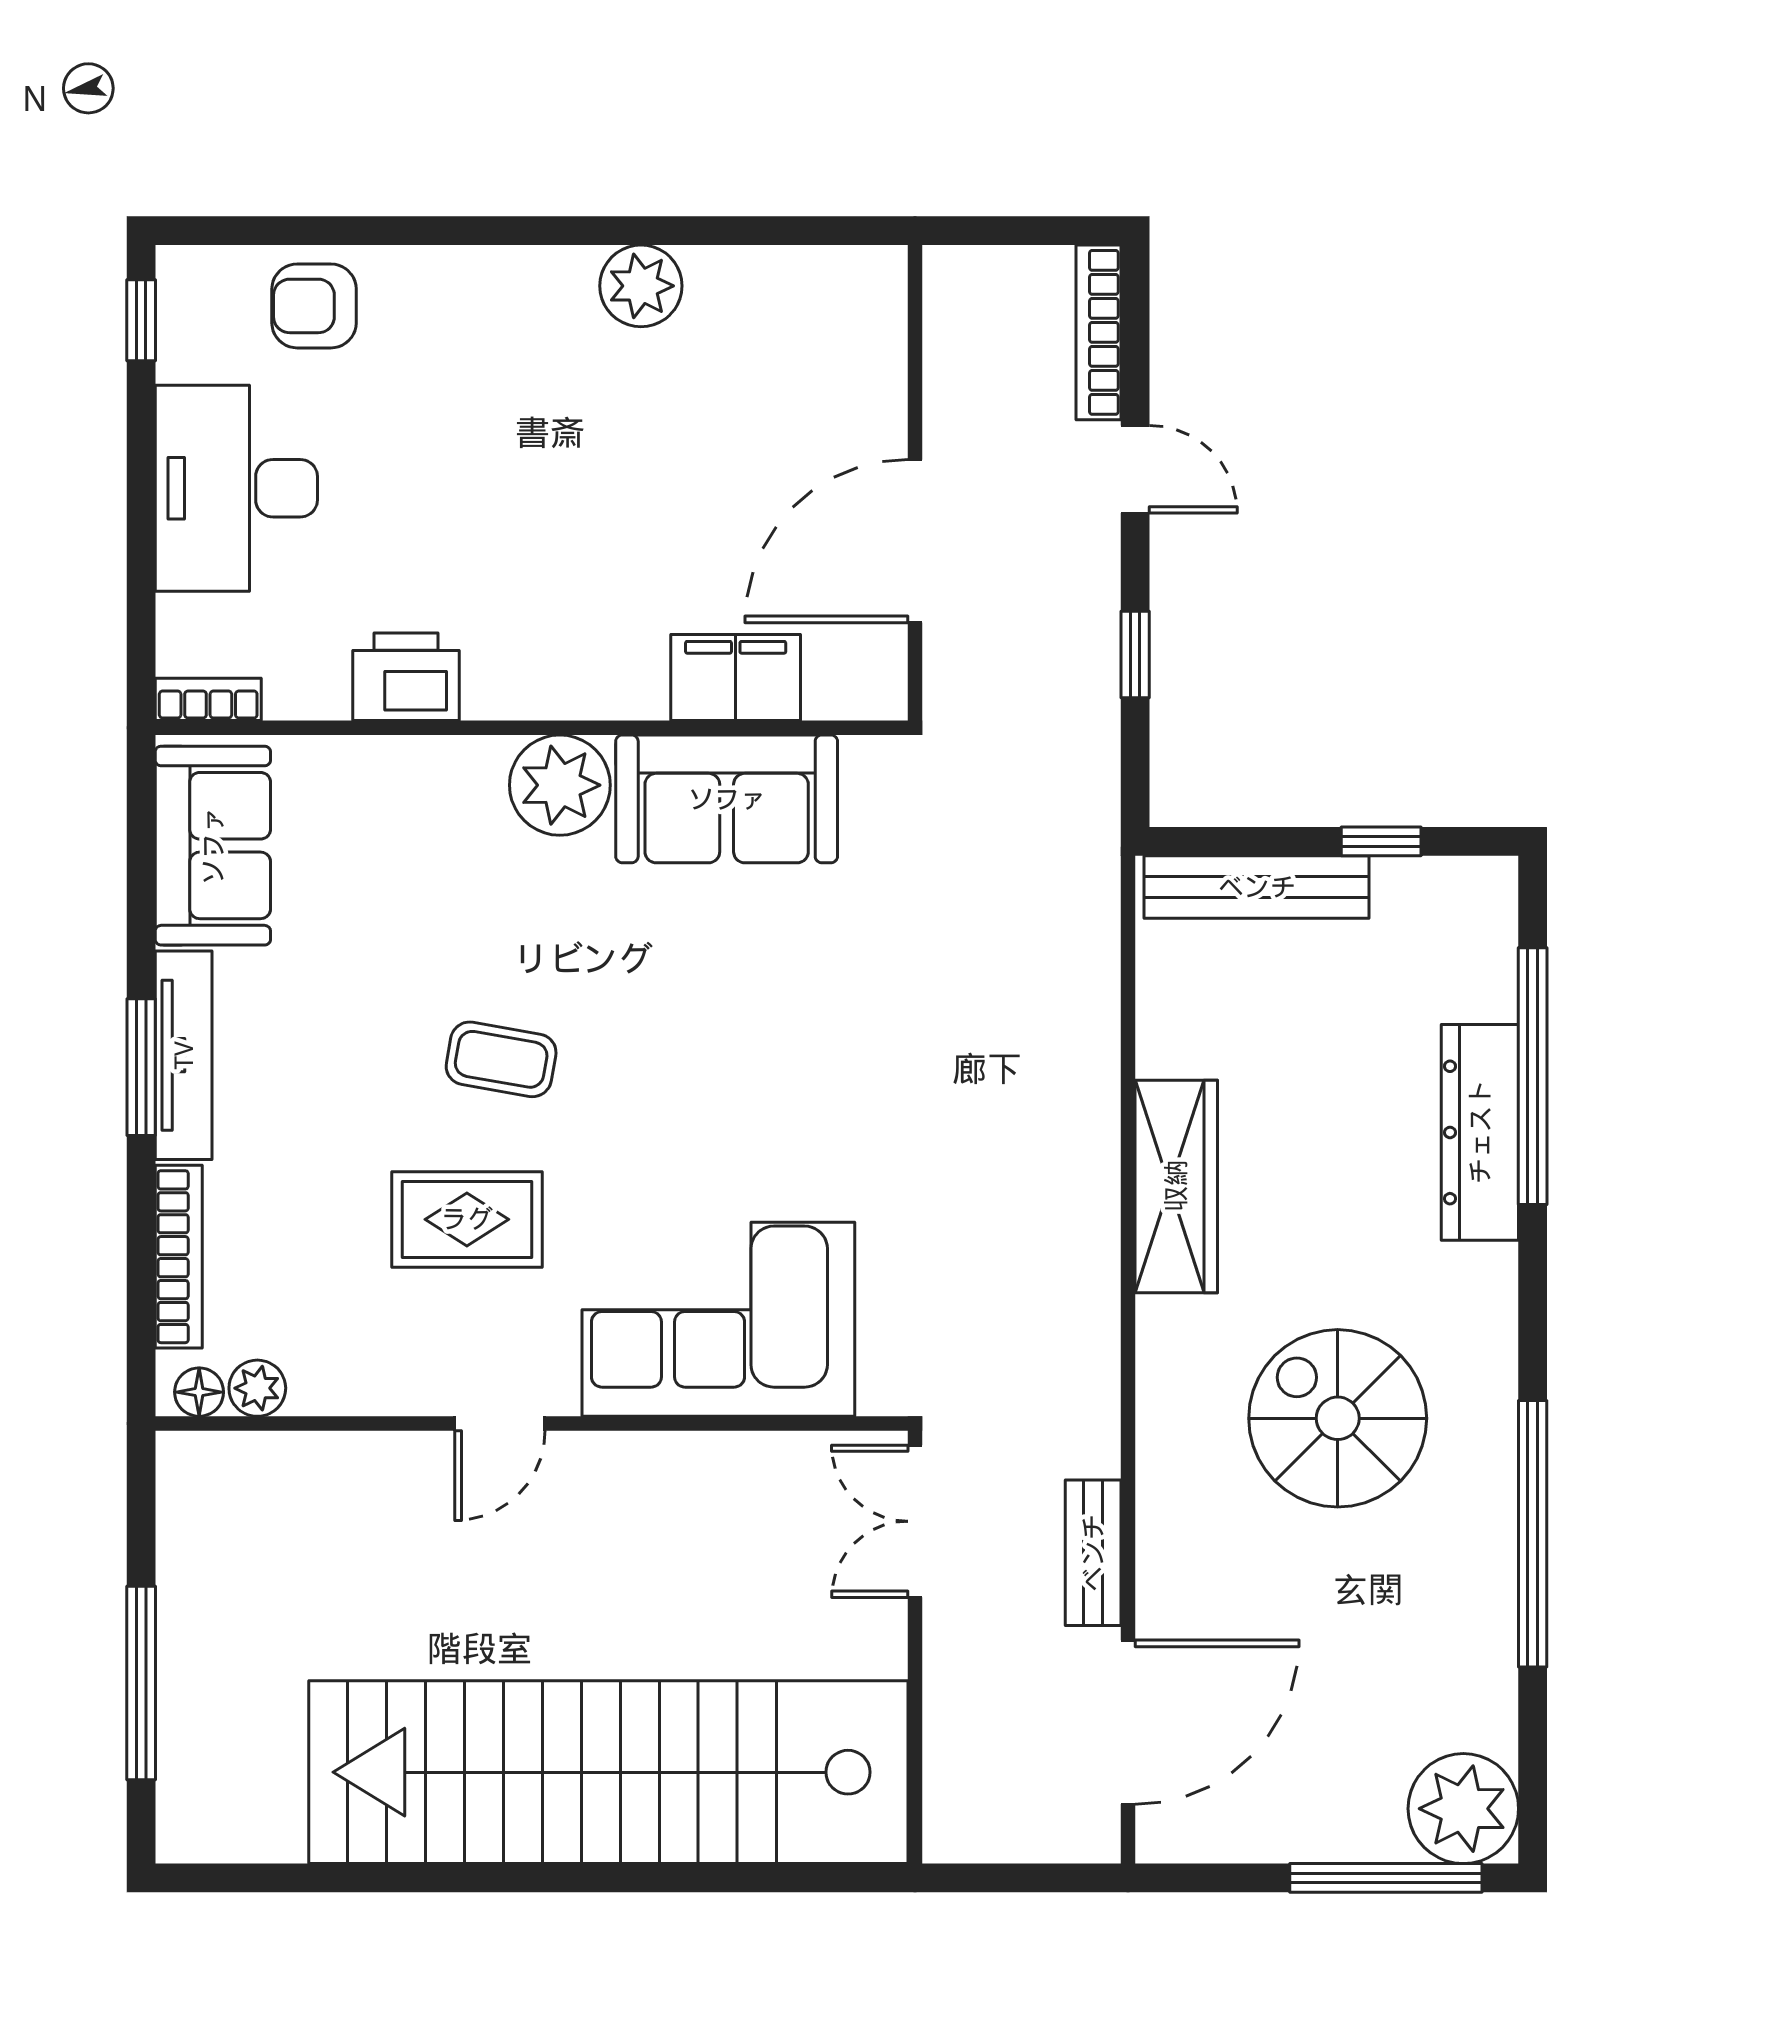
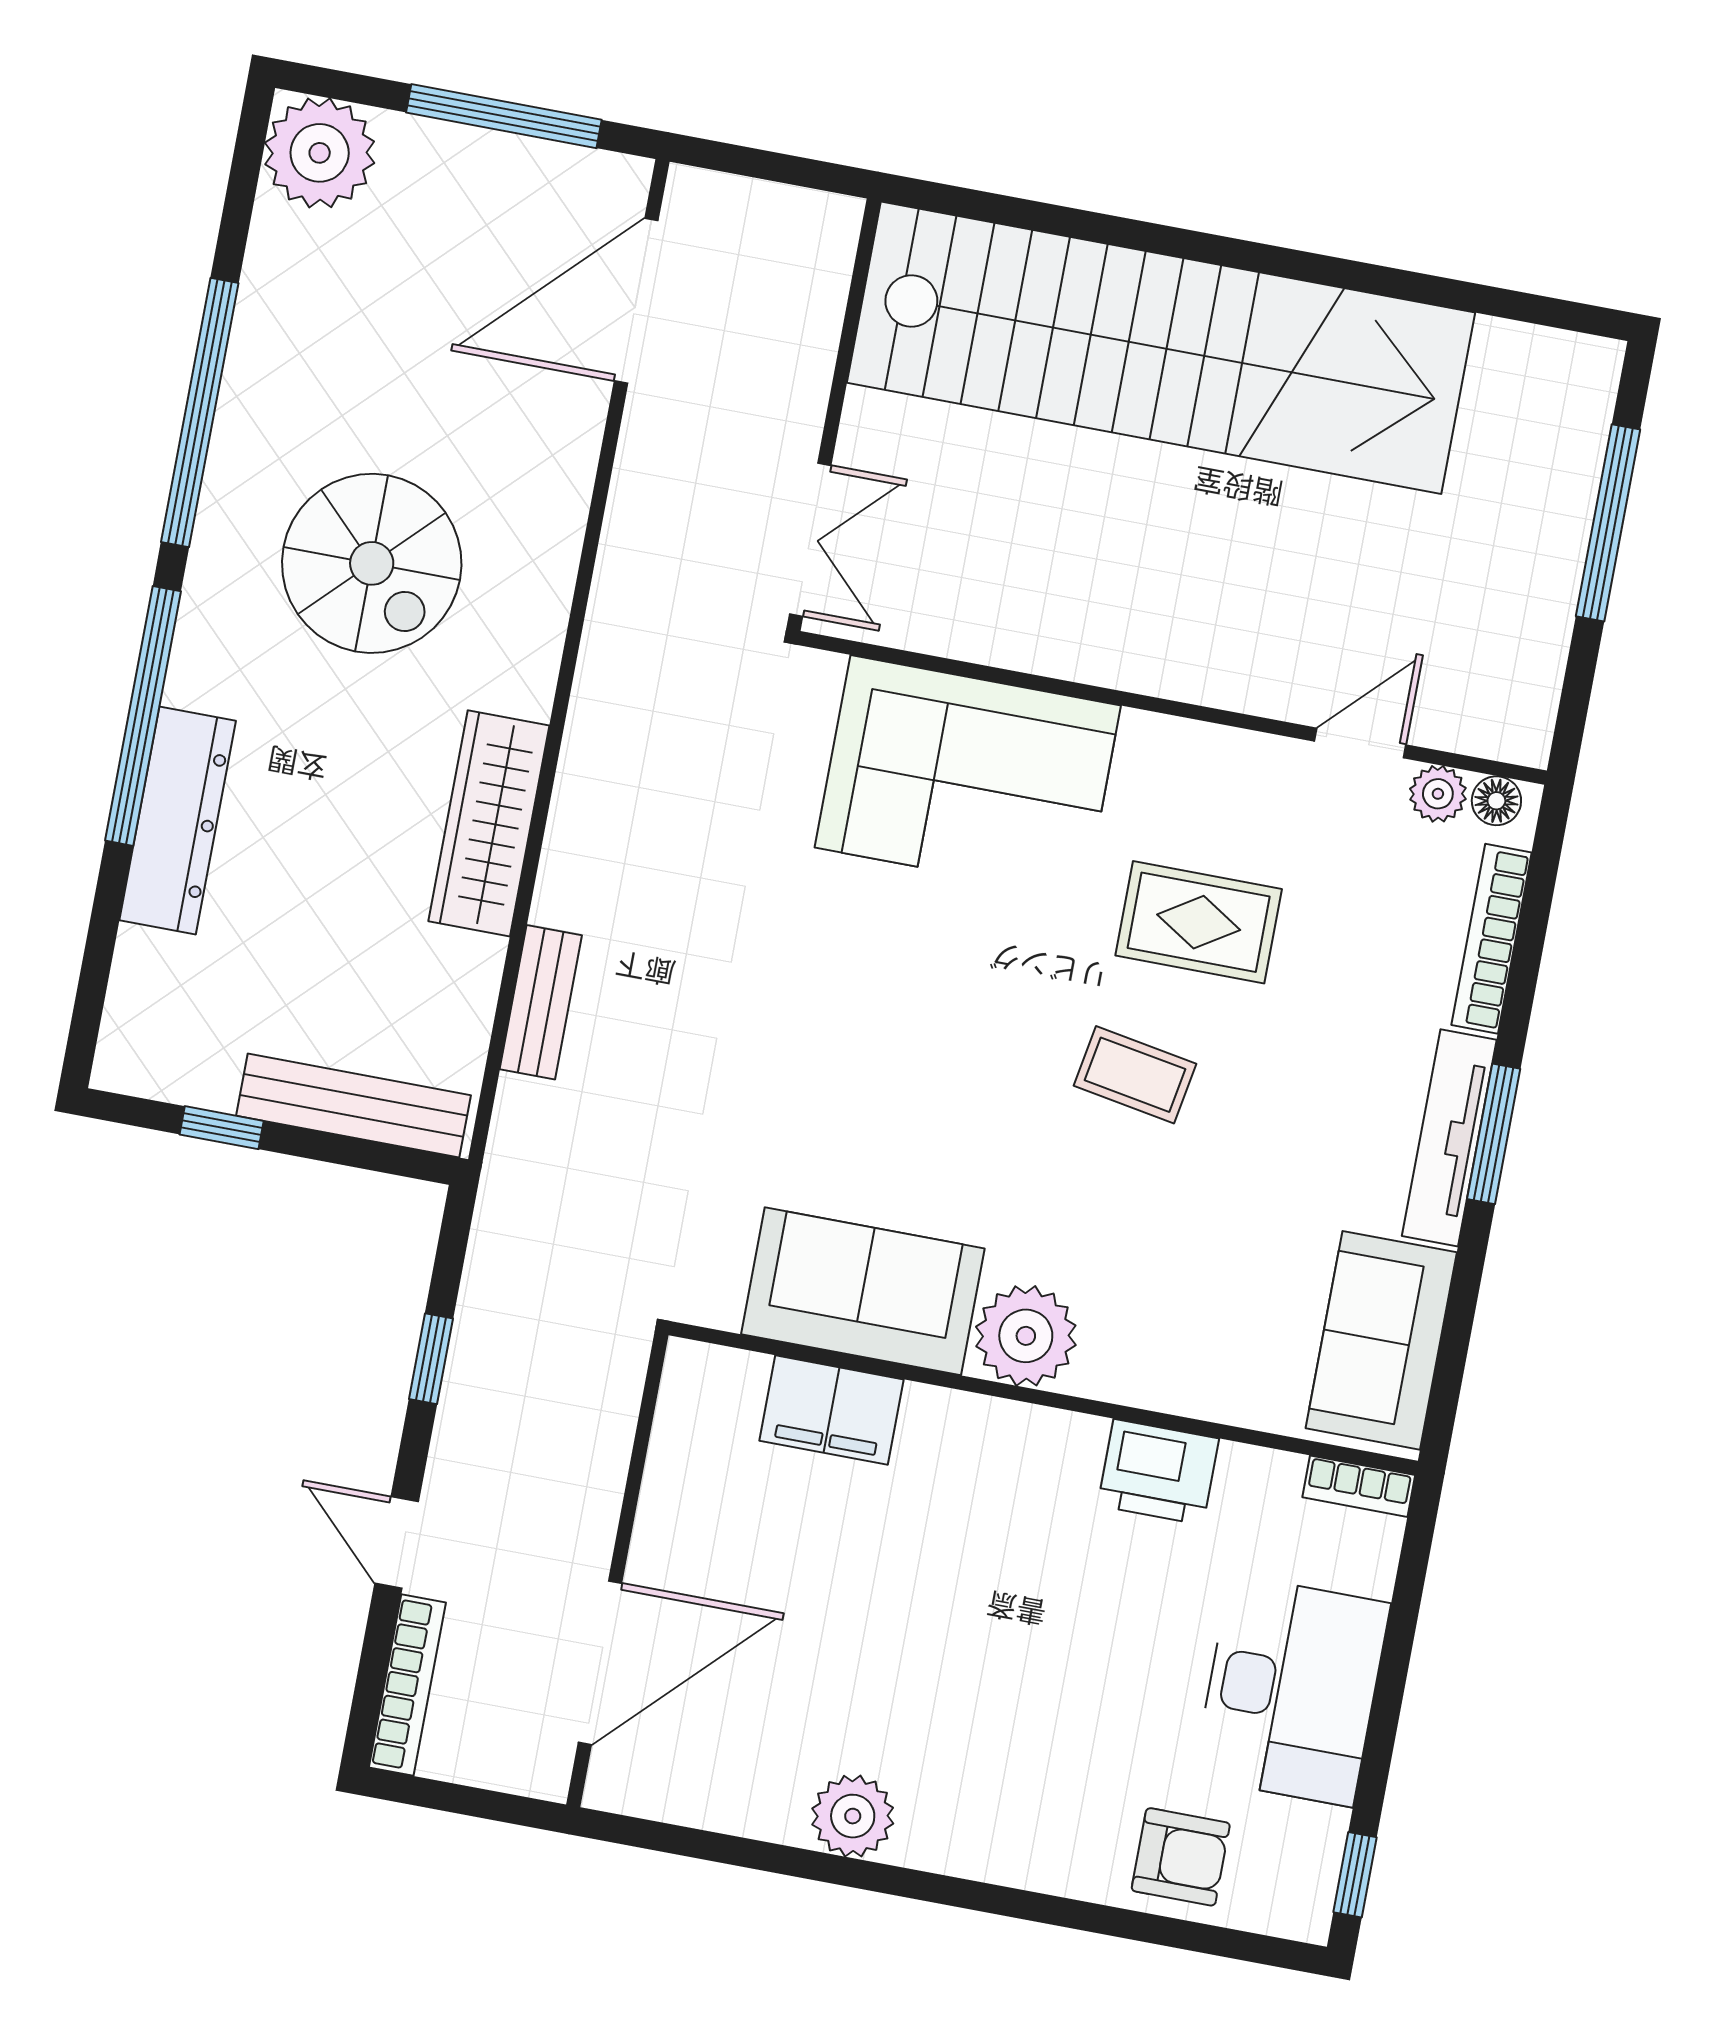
door: (915, 541) -> (600, 1663), moved
window: (1533, 1076) -> (143, 716), moved
door: (500, 1424) -> (1360, 743), moved
bench: (1093, 1553) -> (541, 1002), moved
window: (1386, 1878) -> (504, 116), moved

